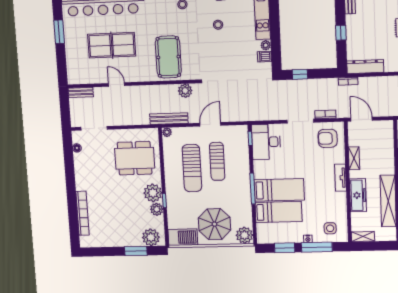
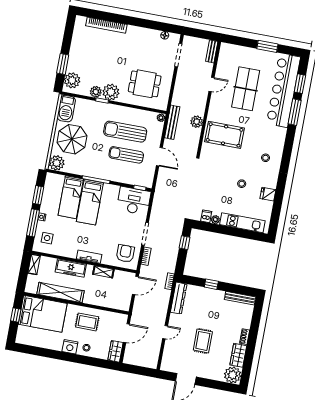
plant: (185, 91) -> (197, 122), moved
dining table: (135, 158) -> (145, 84), width x0.73

